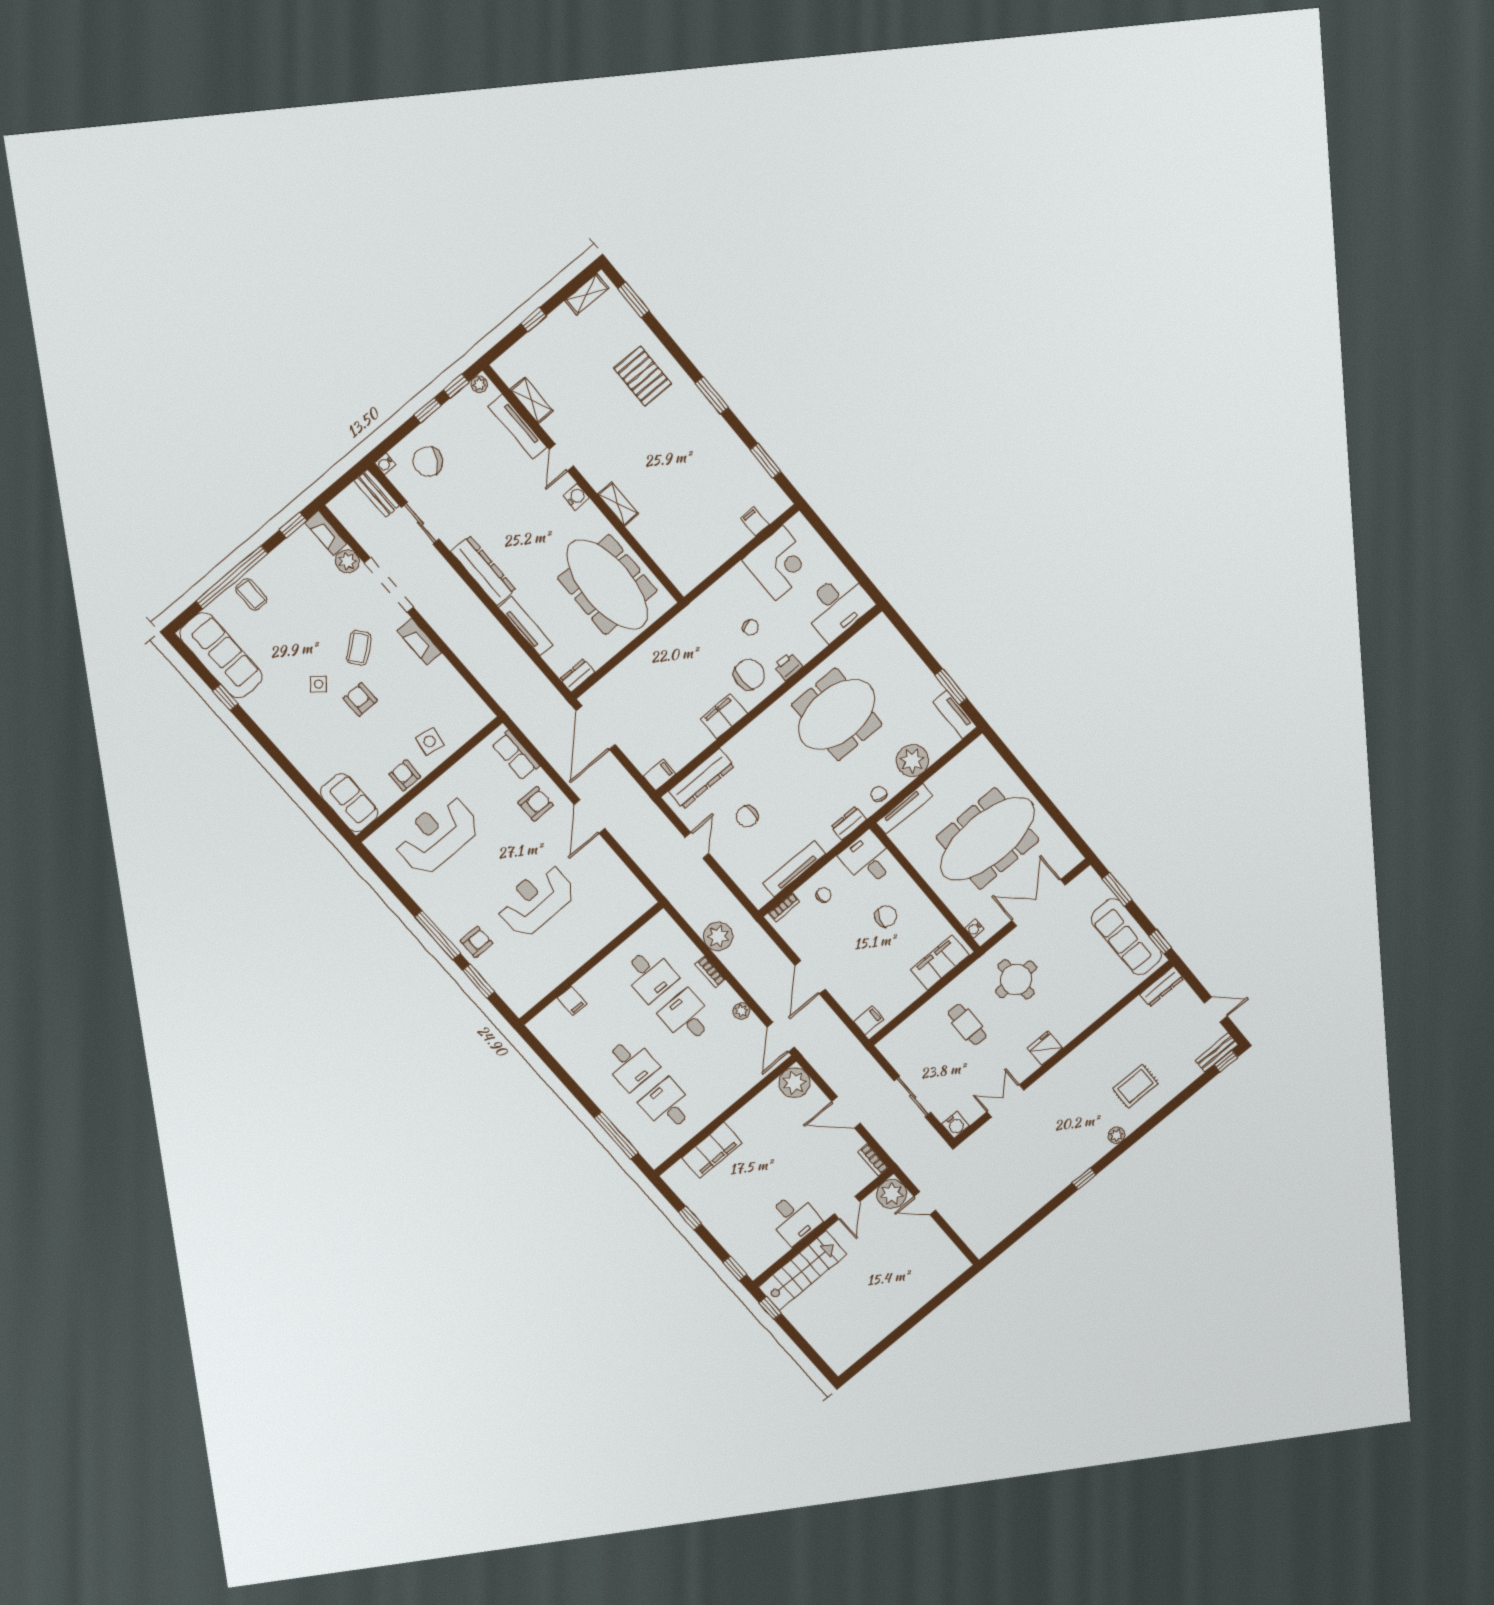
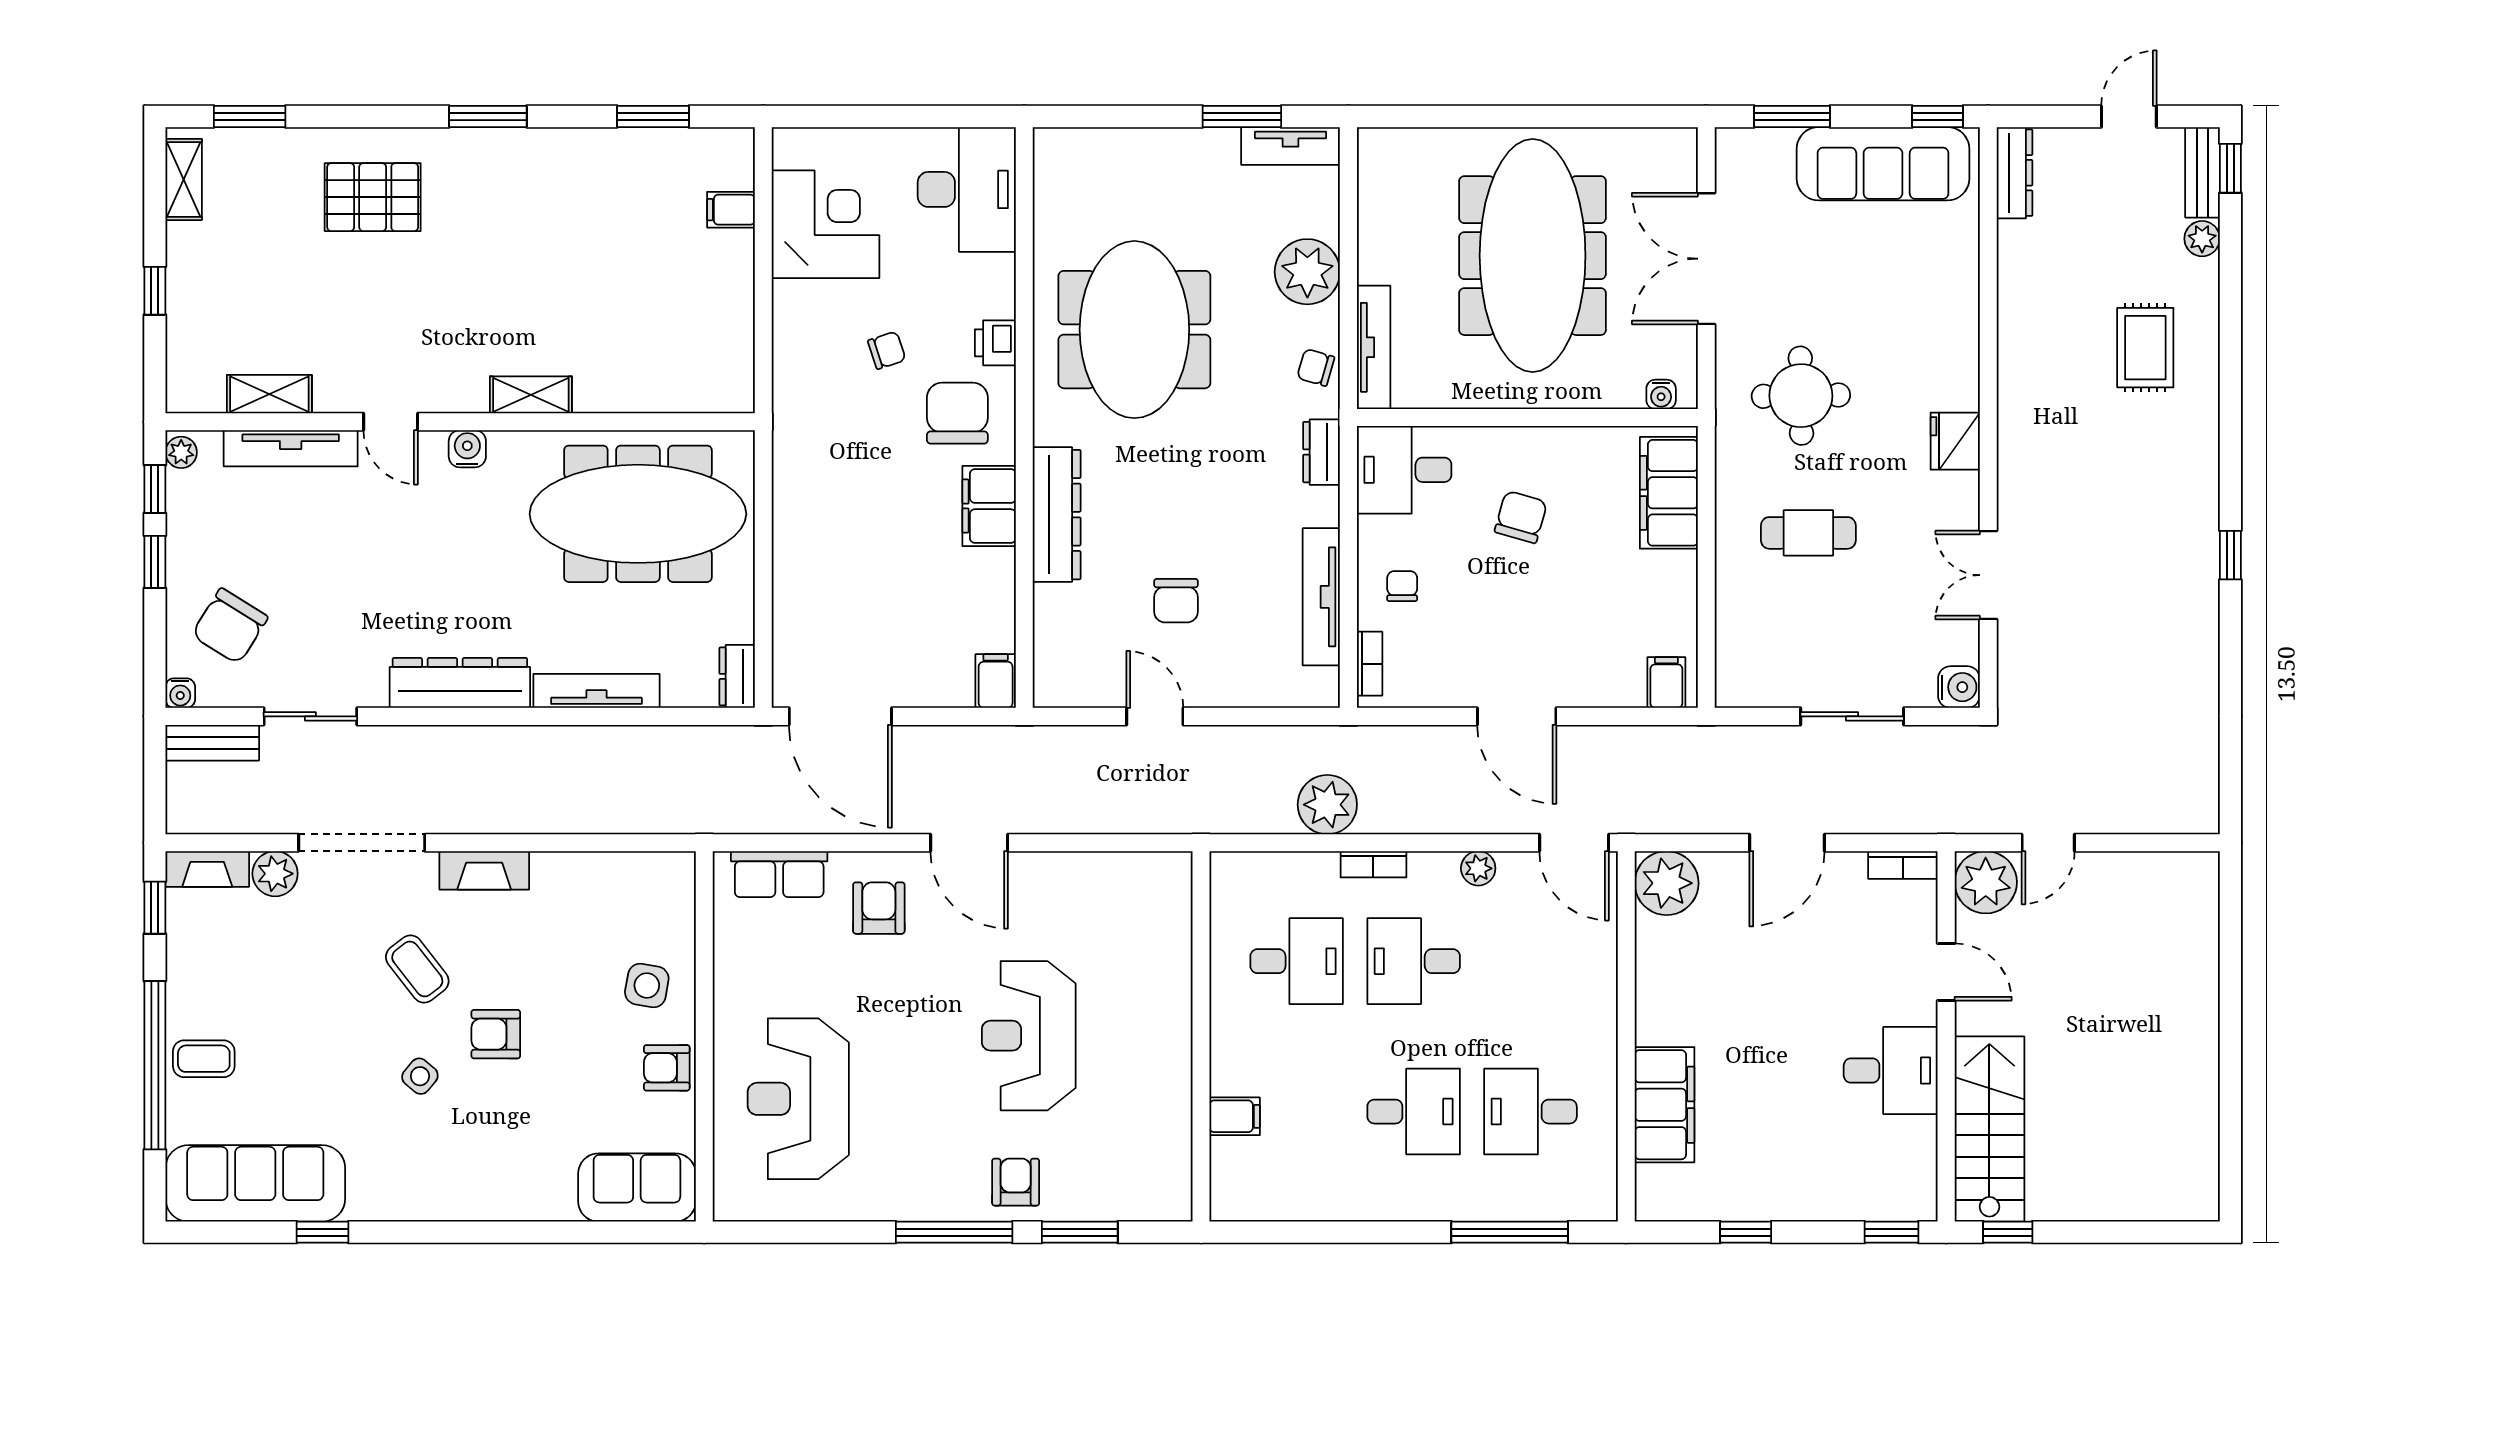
dresser: (701, 779) -> (1057, 515), moved
plant: (1116, 1135) -> (2202, 239), moved

